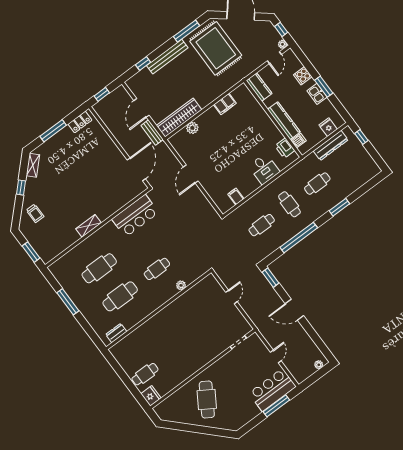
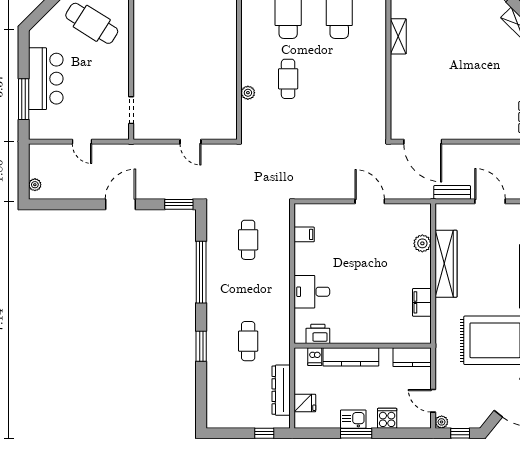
wardrobe: (179, 118) -> (446, 264), moved
cafe table: (289, 204) -> (248, 290), removed
bar counter: (135, 216) -> (369, 100), removed
bar counter: (272, 390) -> (46, 79), moved

